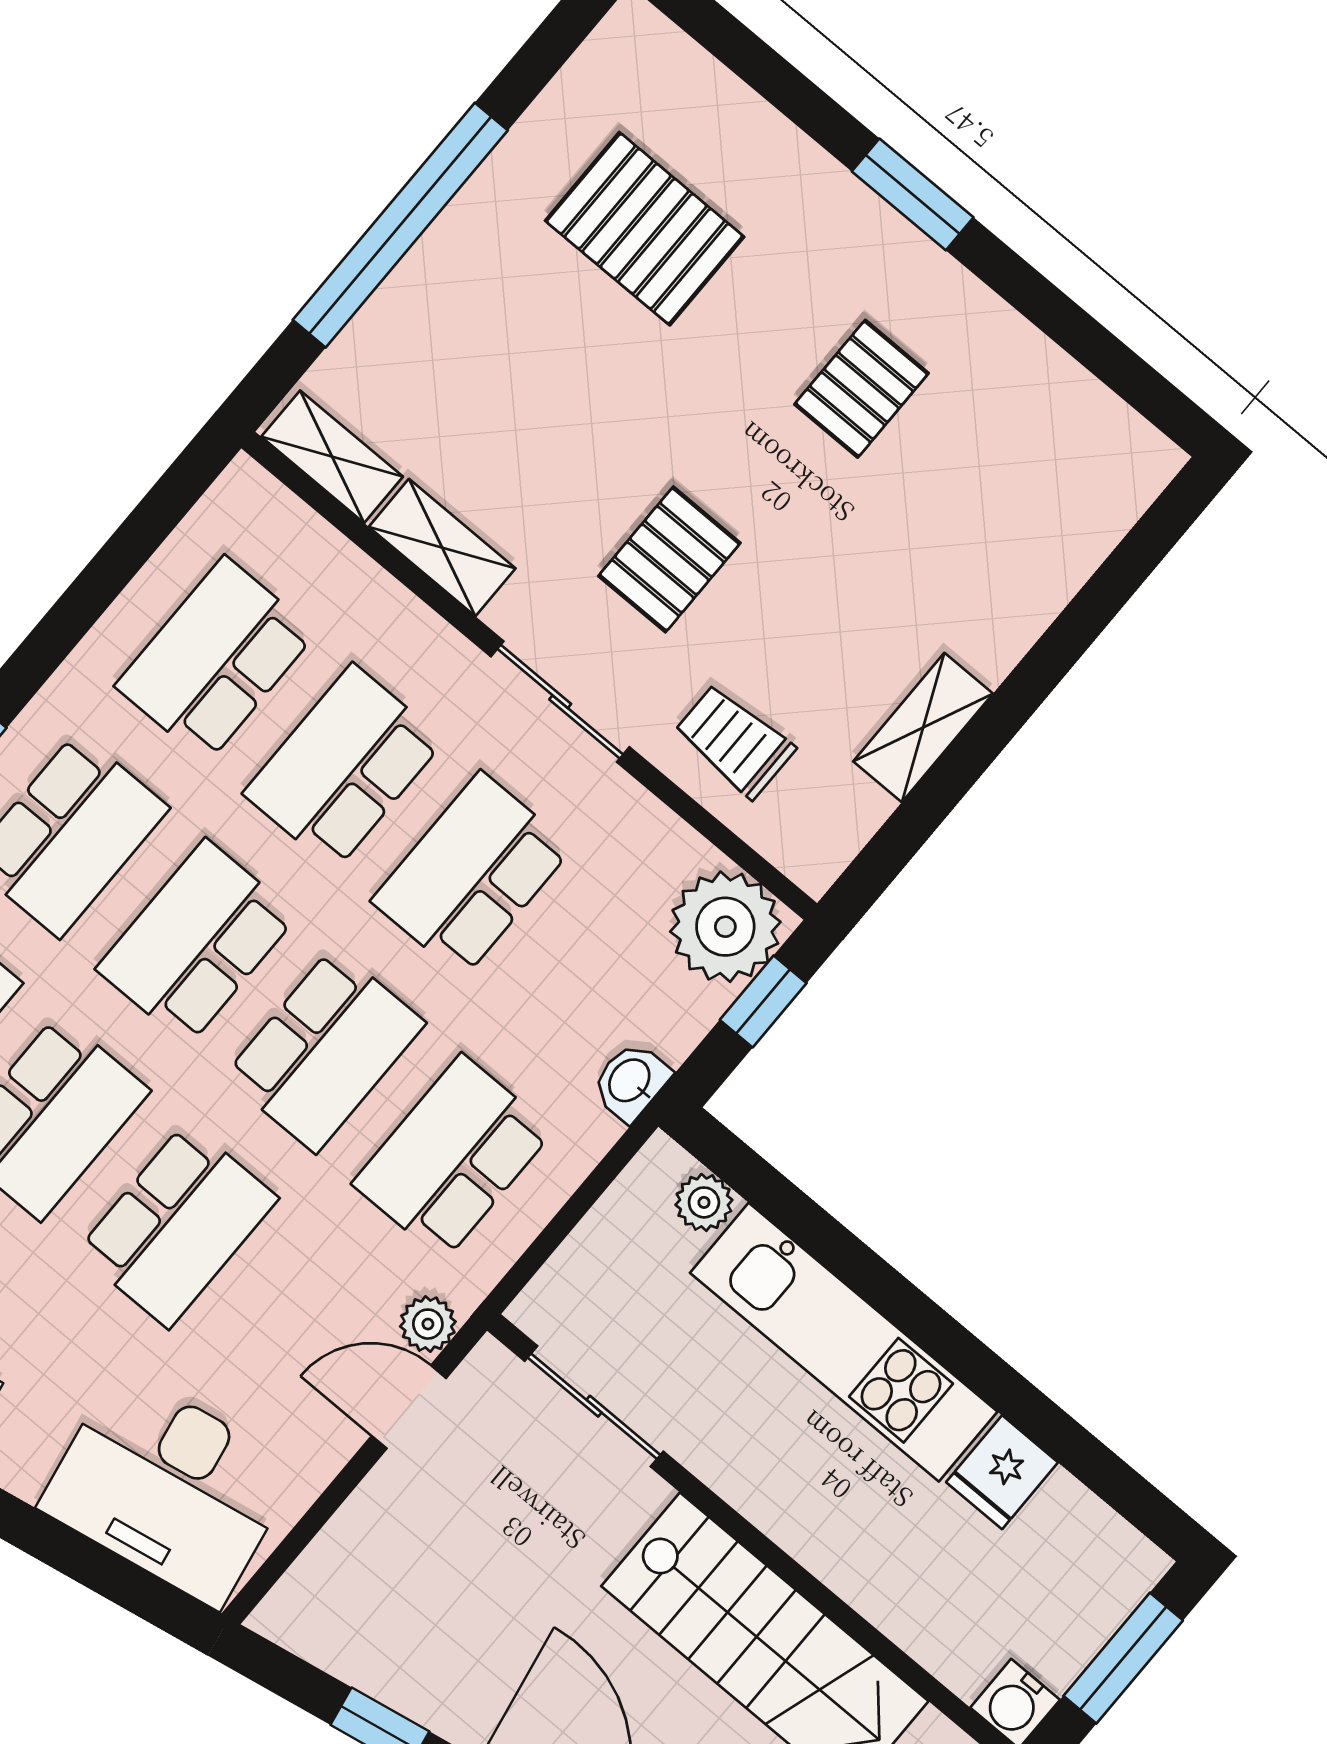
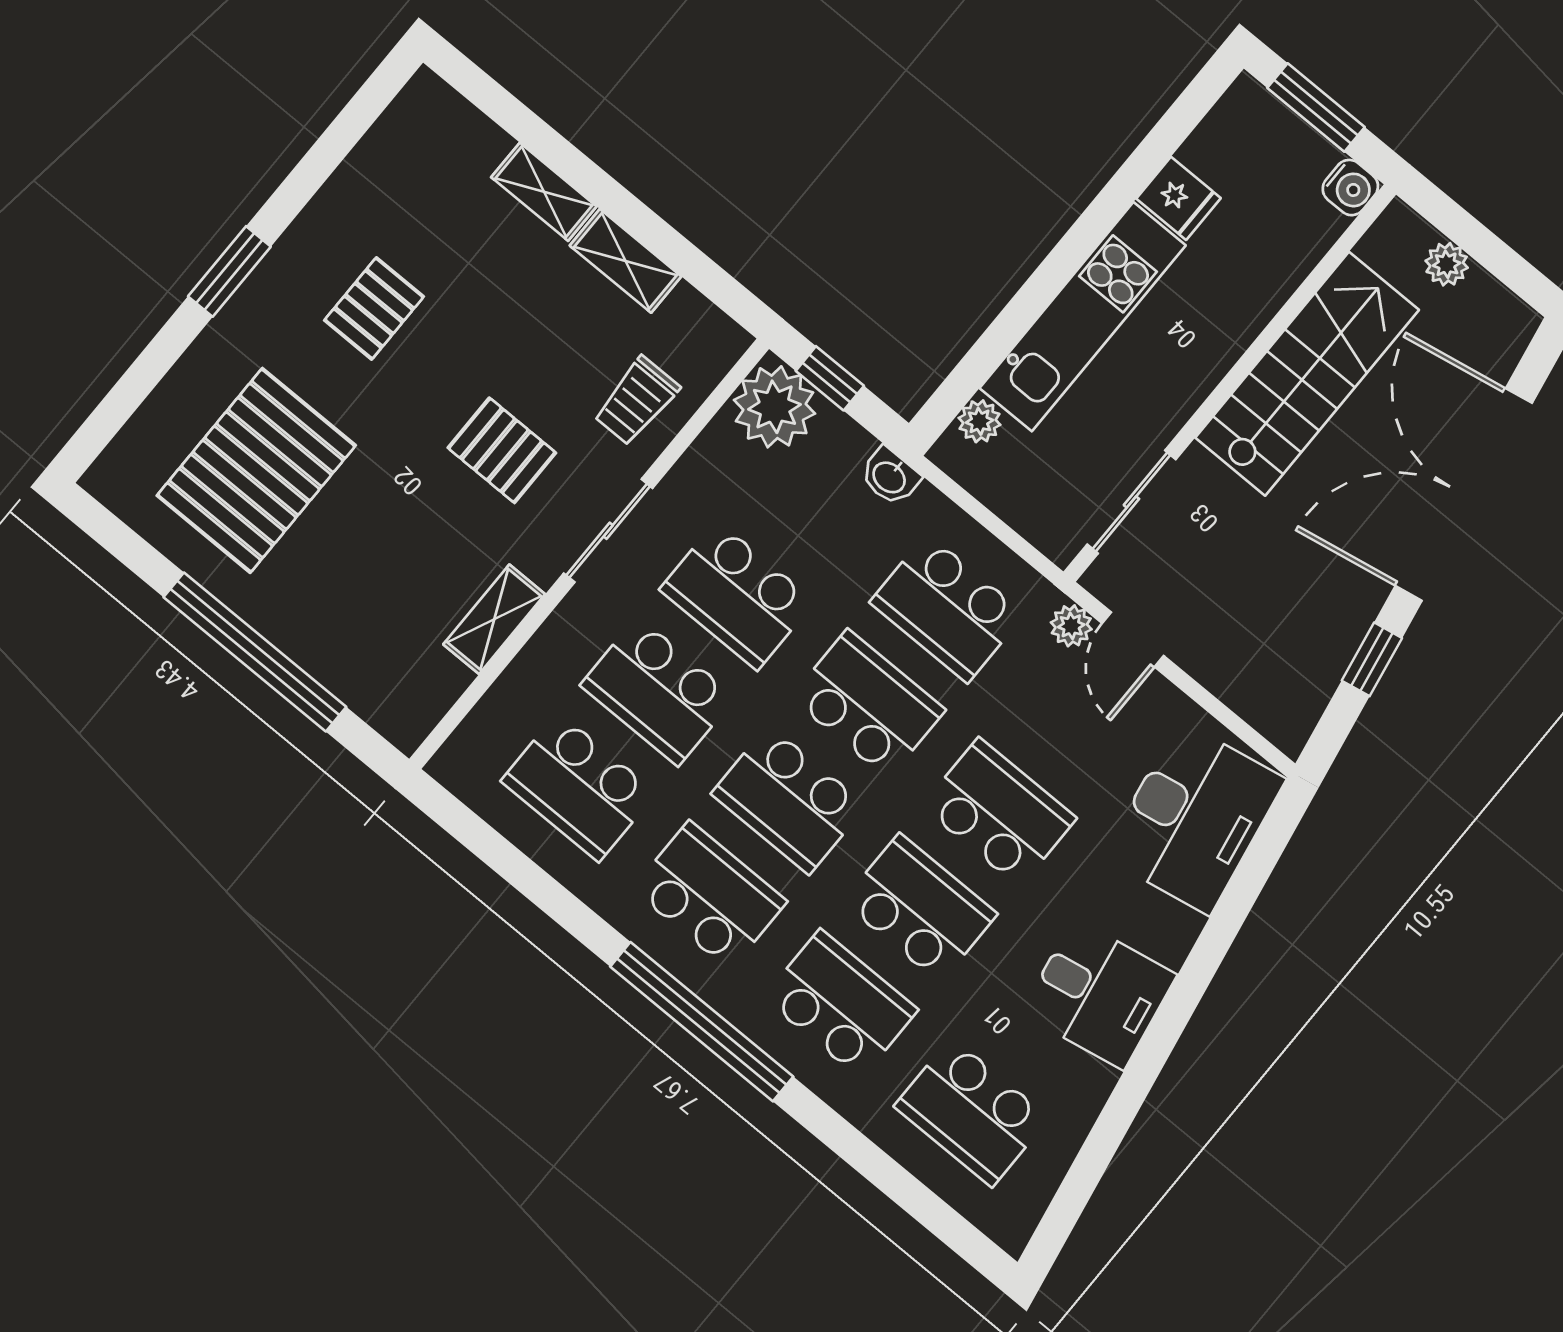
pallet: (645, 229) -> (256, 470), width x1.37, depth x1.41
pallet: (861, 389) -> (374, 308), turned 90
shelving: (332, 457) -> (544, 192), moved, turned 90

